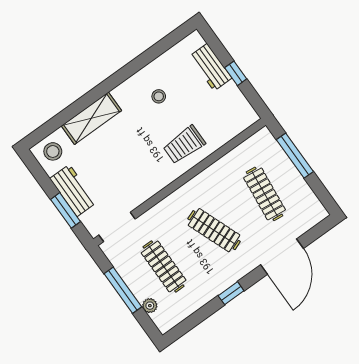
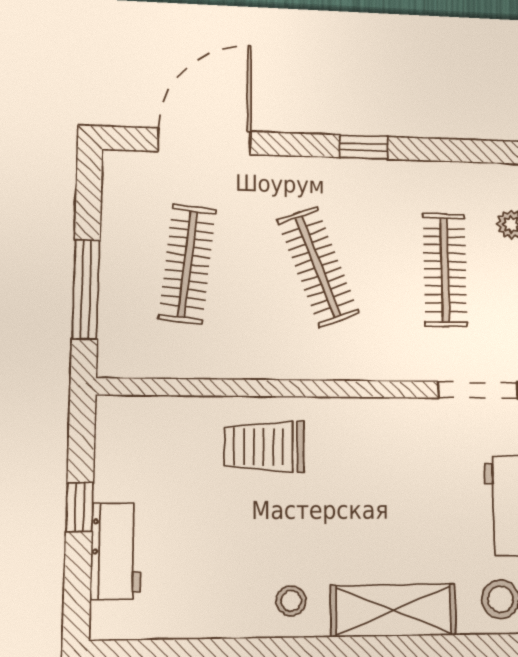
stool: (159, 96) -> (291, 601), moved
trolley: (184, 145) -> (264, 447), turned 180
door: (282, 257) -> (204, 141), moved

